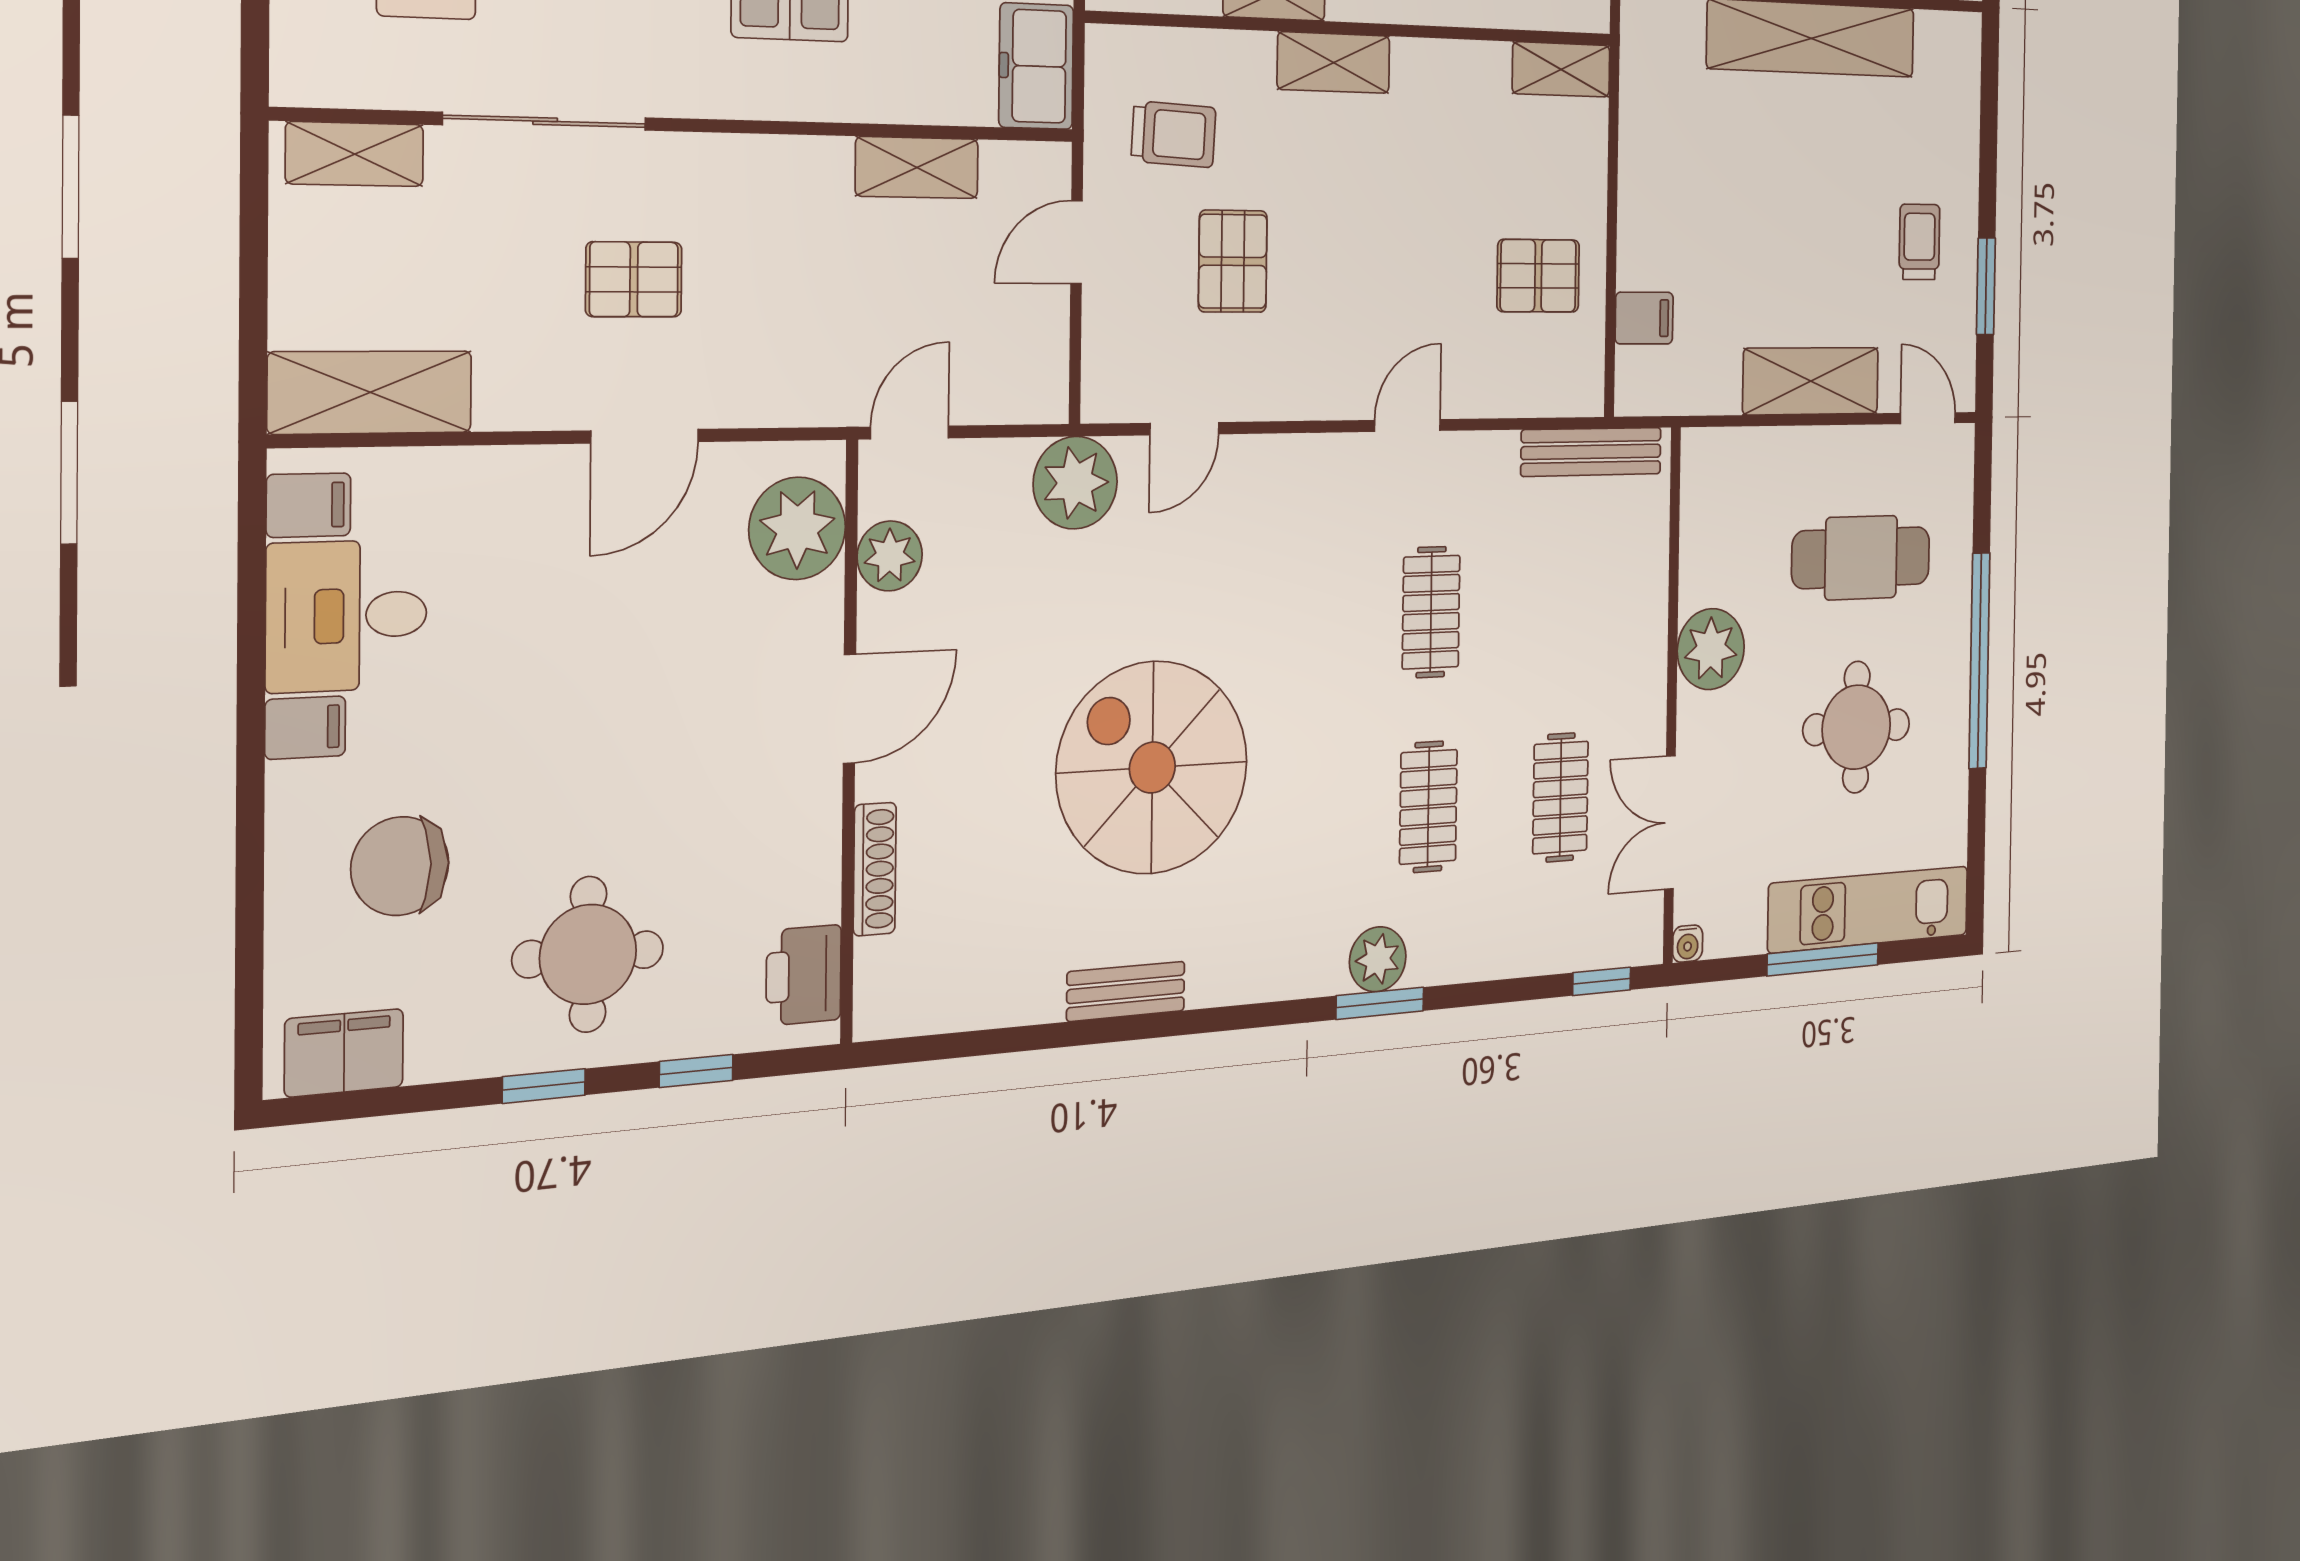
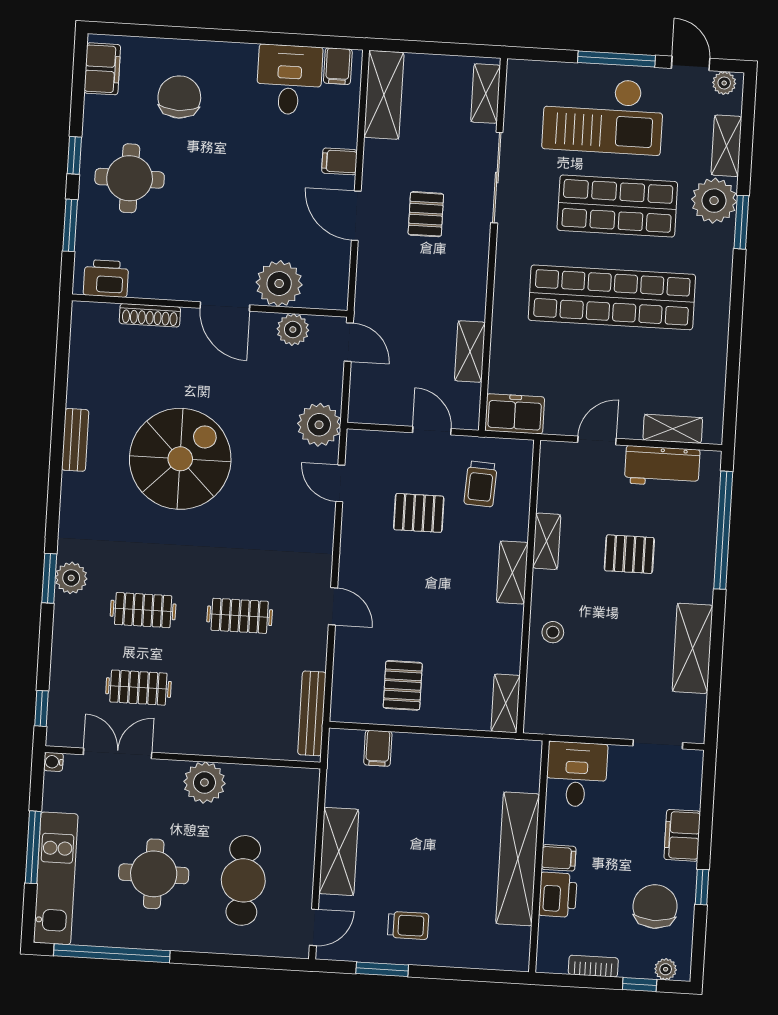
plant: (797, 528) -> (279, 284), moved
window: (1979, 661) -> (112, 953), moved
filing cabinet: (305, 728) -> (339, 161), moved, turned 90
window: (696, 1071) -> (70, 225), width x1.50

